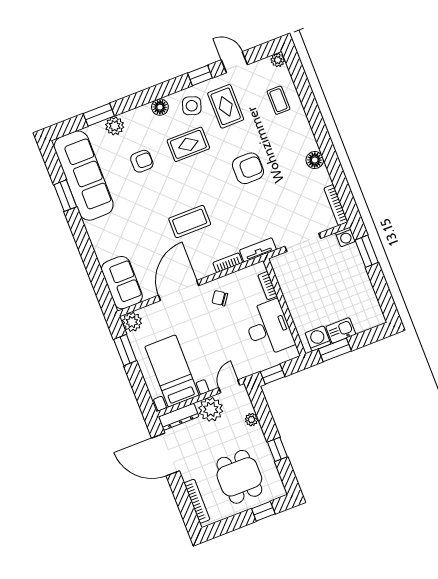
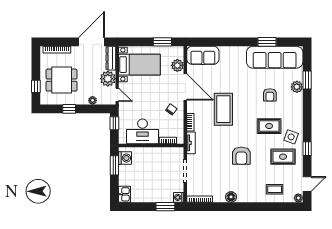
door: (234, 62) -> (307, 184), moved
floor lamp: (160, 107) -> (298, 118), removed
rug: (188, 144) -> (269, 126), turned 90
coffee table: (190, 222) -> (223, 109), width x1.36, depth x1.32
plant: (132, 322) -> (177, 65), moved
kitchen sink: (341, 331) -> (125, 194), moved

